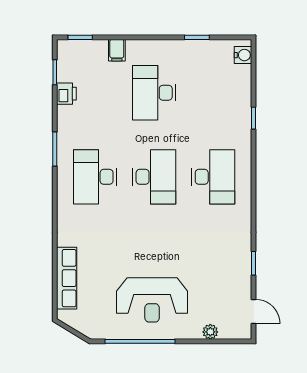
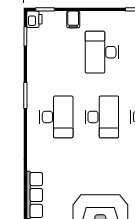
printer: (66, 94) -> (34, 19), moved
desk: (95, 177) -> (56, 117), turned 180

